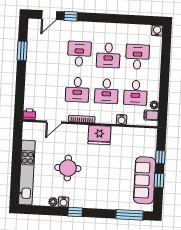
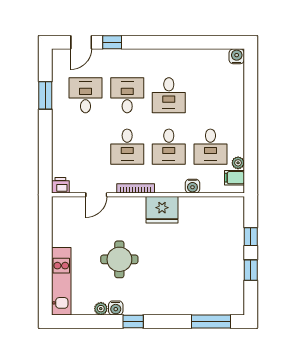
desk: (137, 57) -> (85, 95), moved
kitchen unit: (27, 173) -> (61, 281), width x0.73
sofa: (145, 180) -> (230, 271), removed

